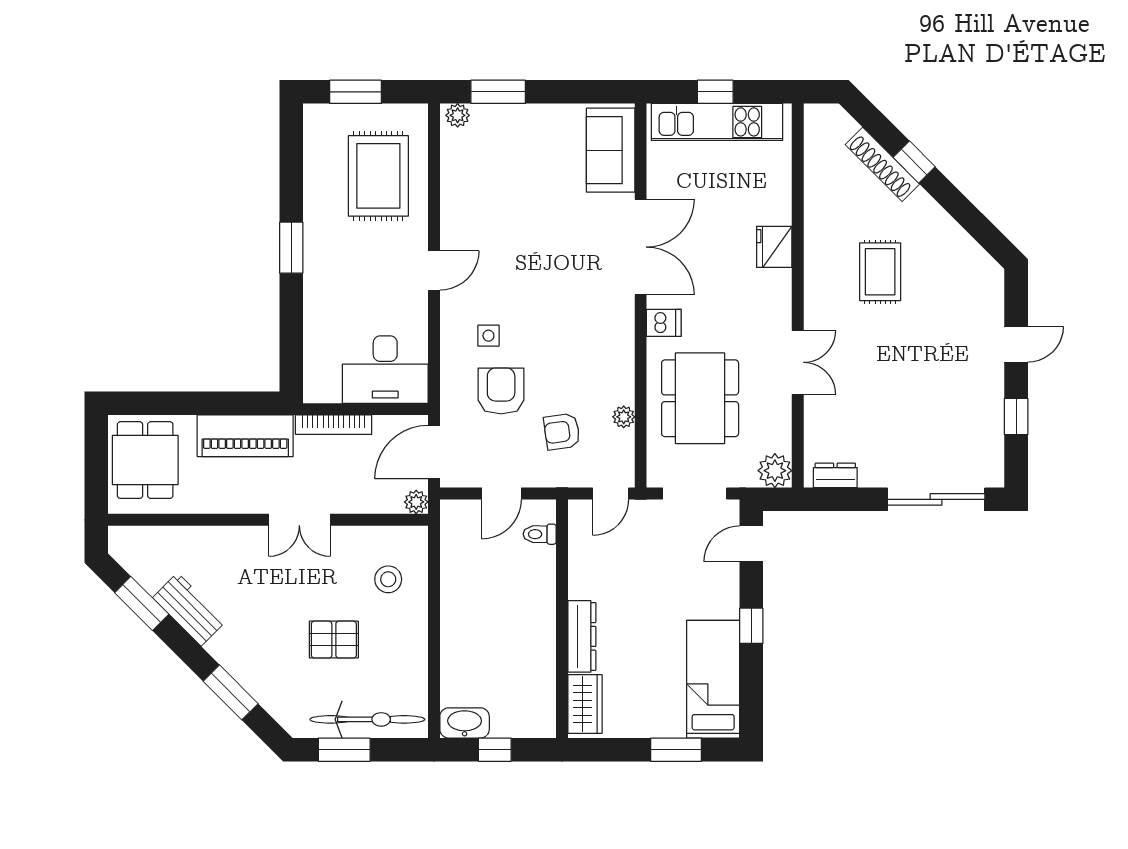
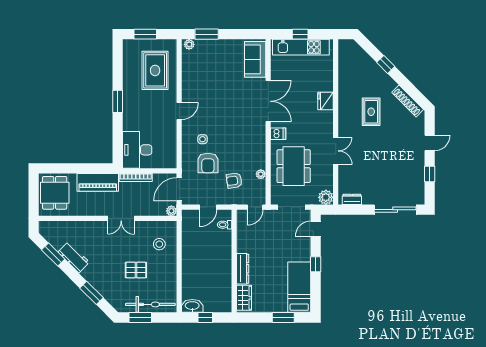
shoe rack: (882, 164) -> (408, 101), moved
desk: (385, 370) -> (137, 150), moved, turned 90
armchair: (501, 391) -> (208, 163), turned 180

